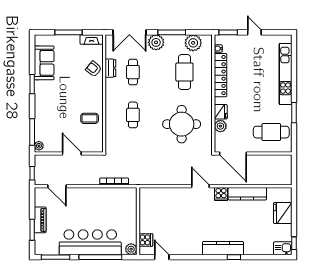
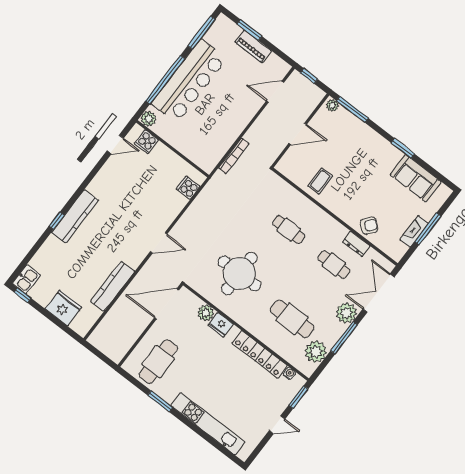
fireplace: (92, 39) -> (414, 231), moved
cooker: (221, 194) -> (188, 188), moved

